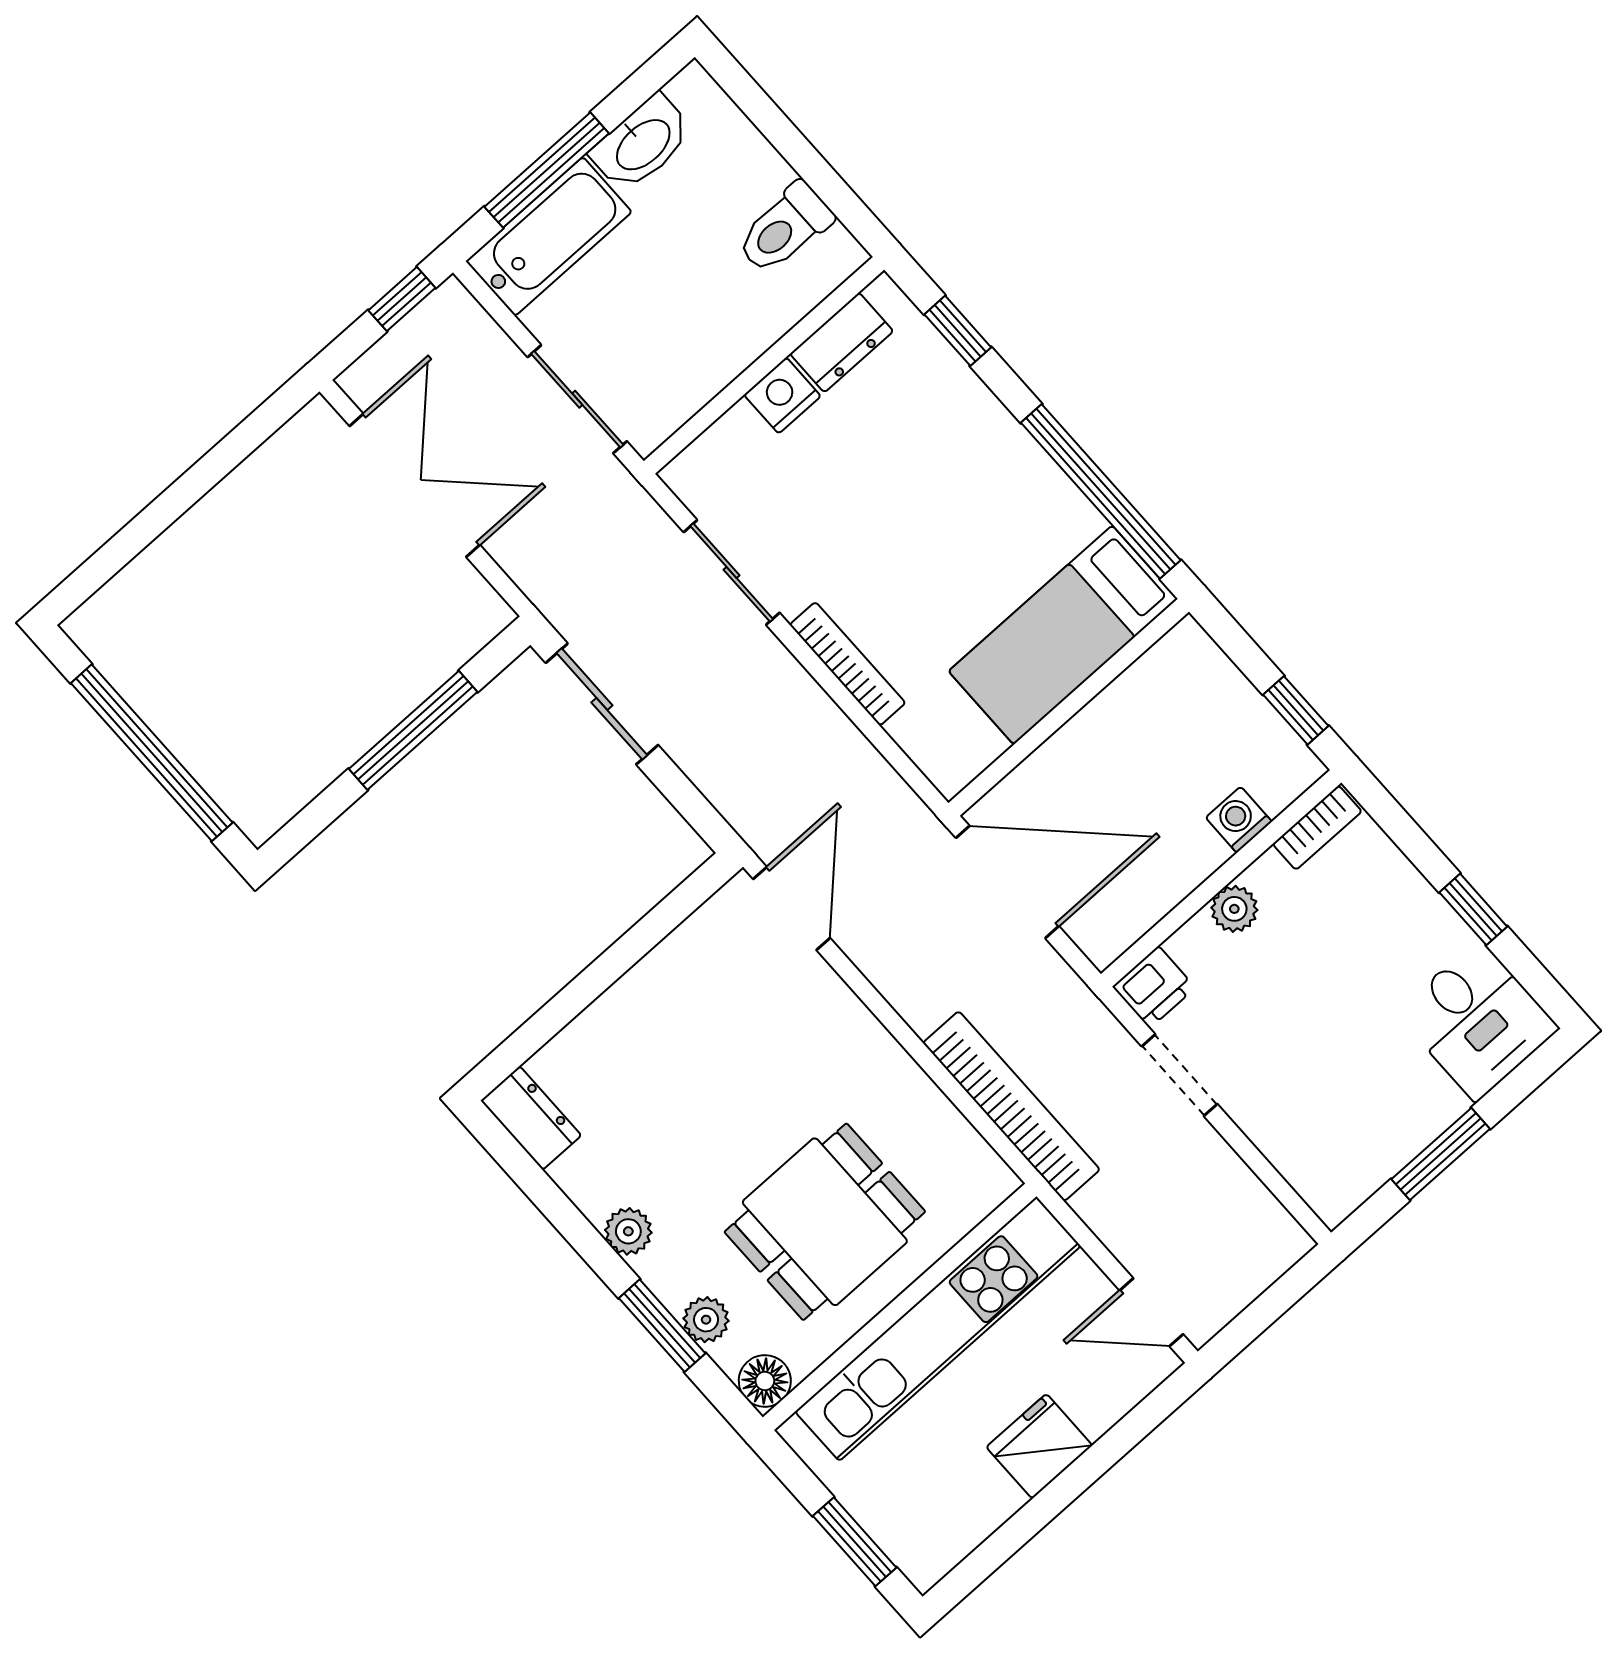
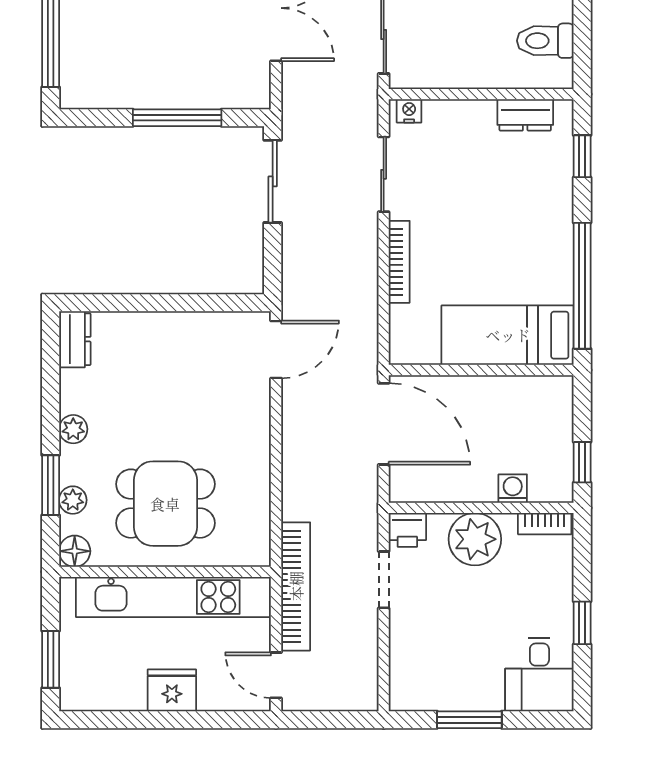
nightstand: (782, 395) -> (409, 111), moved, width x0.72, depth x0.74
plant: (1234, 909) -> (475, 539), width x1.87, depth x1.87
bookcase: (1011, 1106) -> (296, 586), moved

